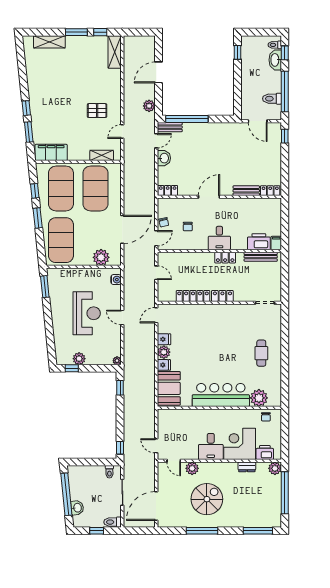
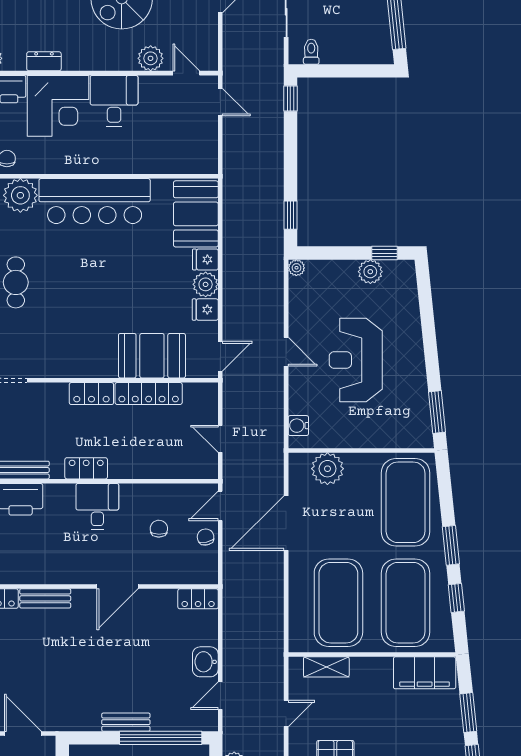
bench: (170, 127) -> (126, 722), moved
booth: (191, 315) -> (152, 356), added

